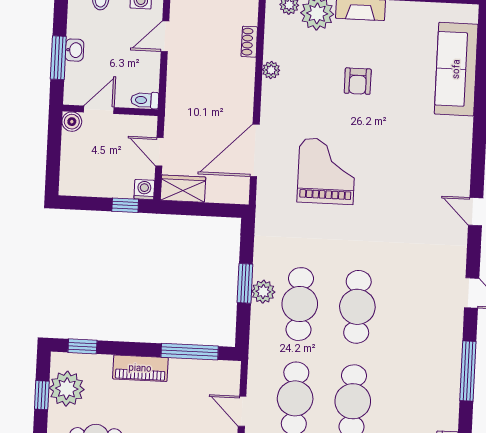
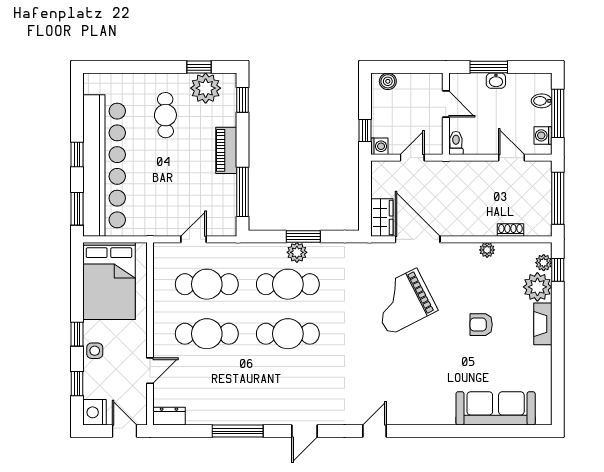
boiler: (72, 122) -> (388, 81), moved
grand piano: (326, 171) -> (403, 302), turned 153
wardrobe: (183, 189) -> (382, 218), moved

